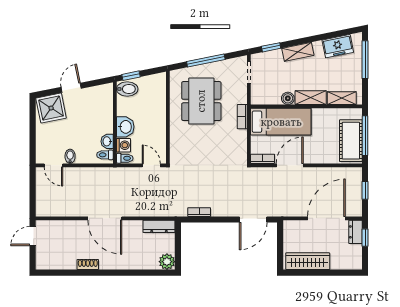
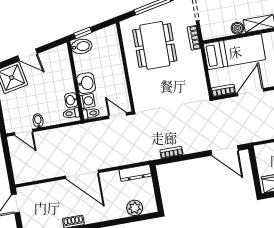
door: (71, 88) -> (28, 55), swing flipped
bookcase: (242, 117) -> (194, 38), moved
door: (253, 220) -> (225, 150), hinge flipped
plant: (167, 262) -> (135, 208), moved

